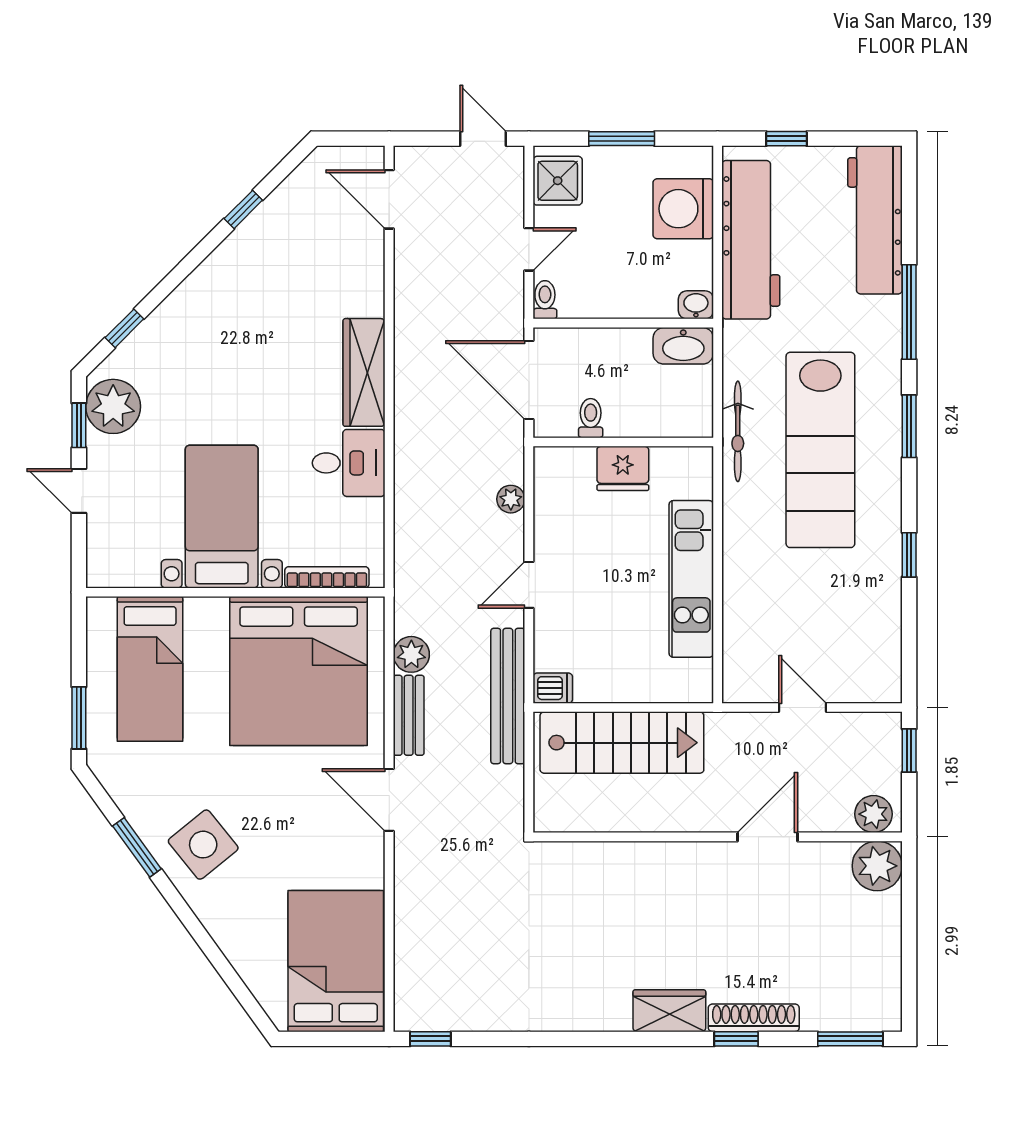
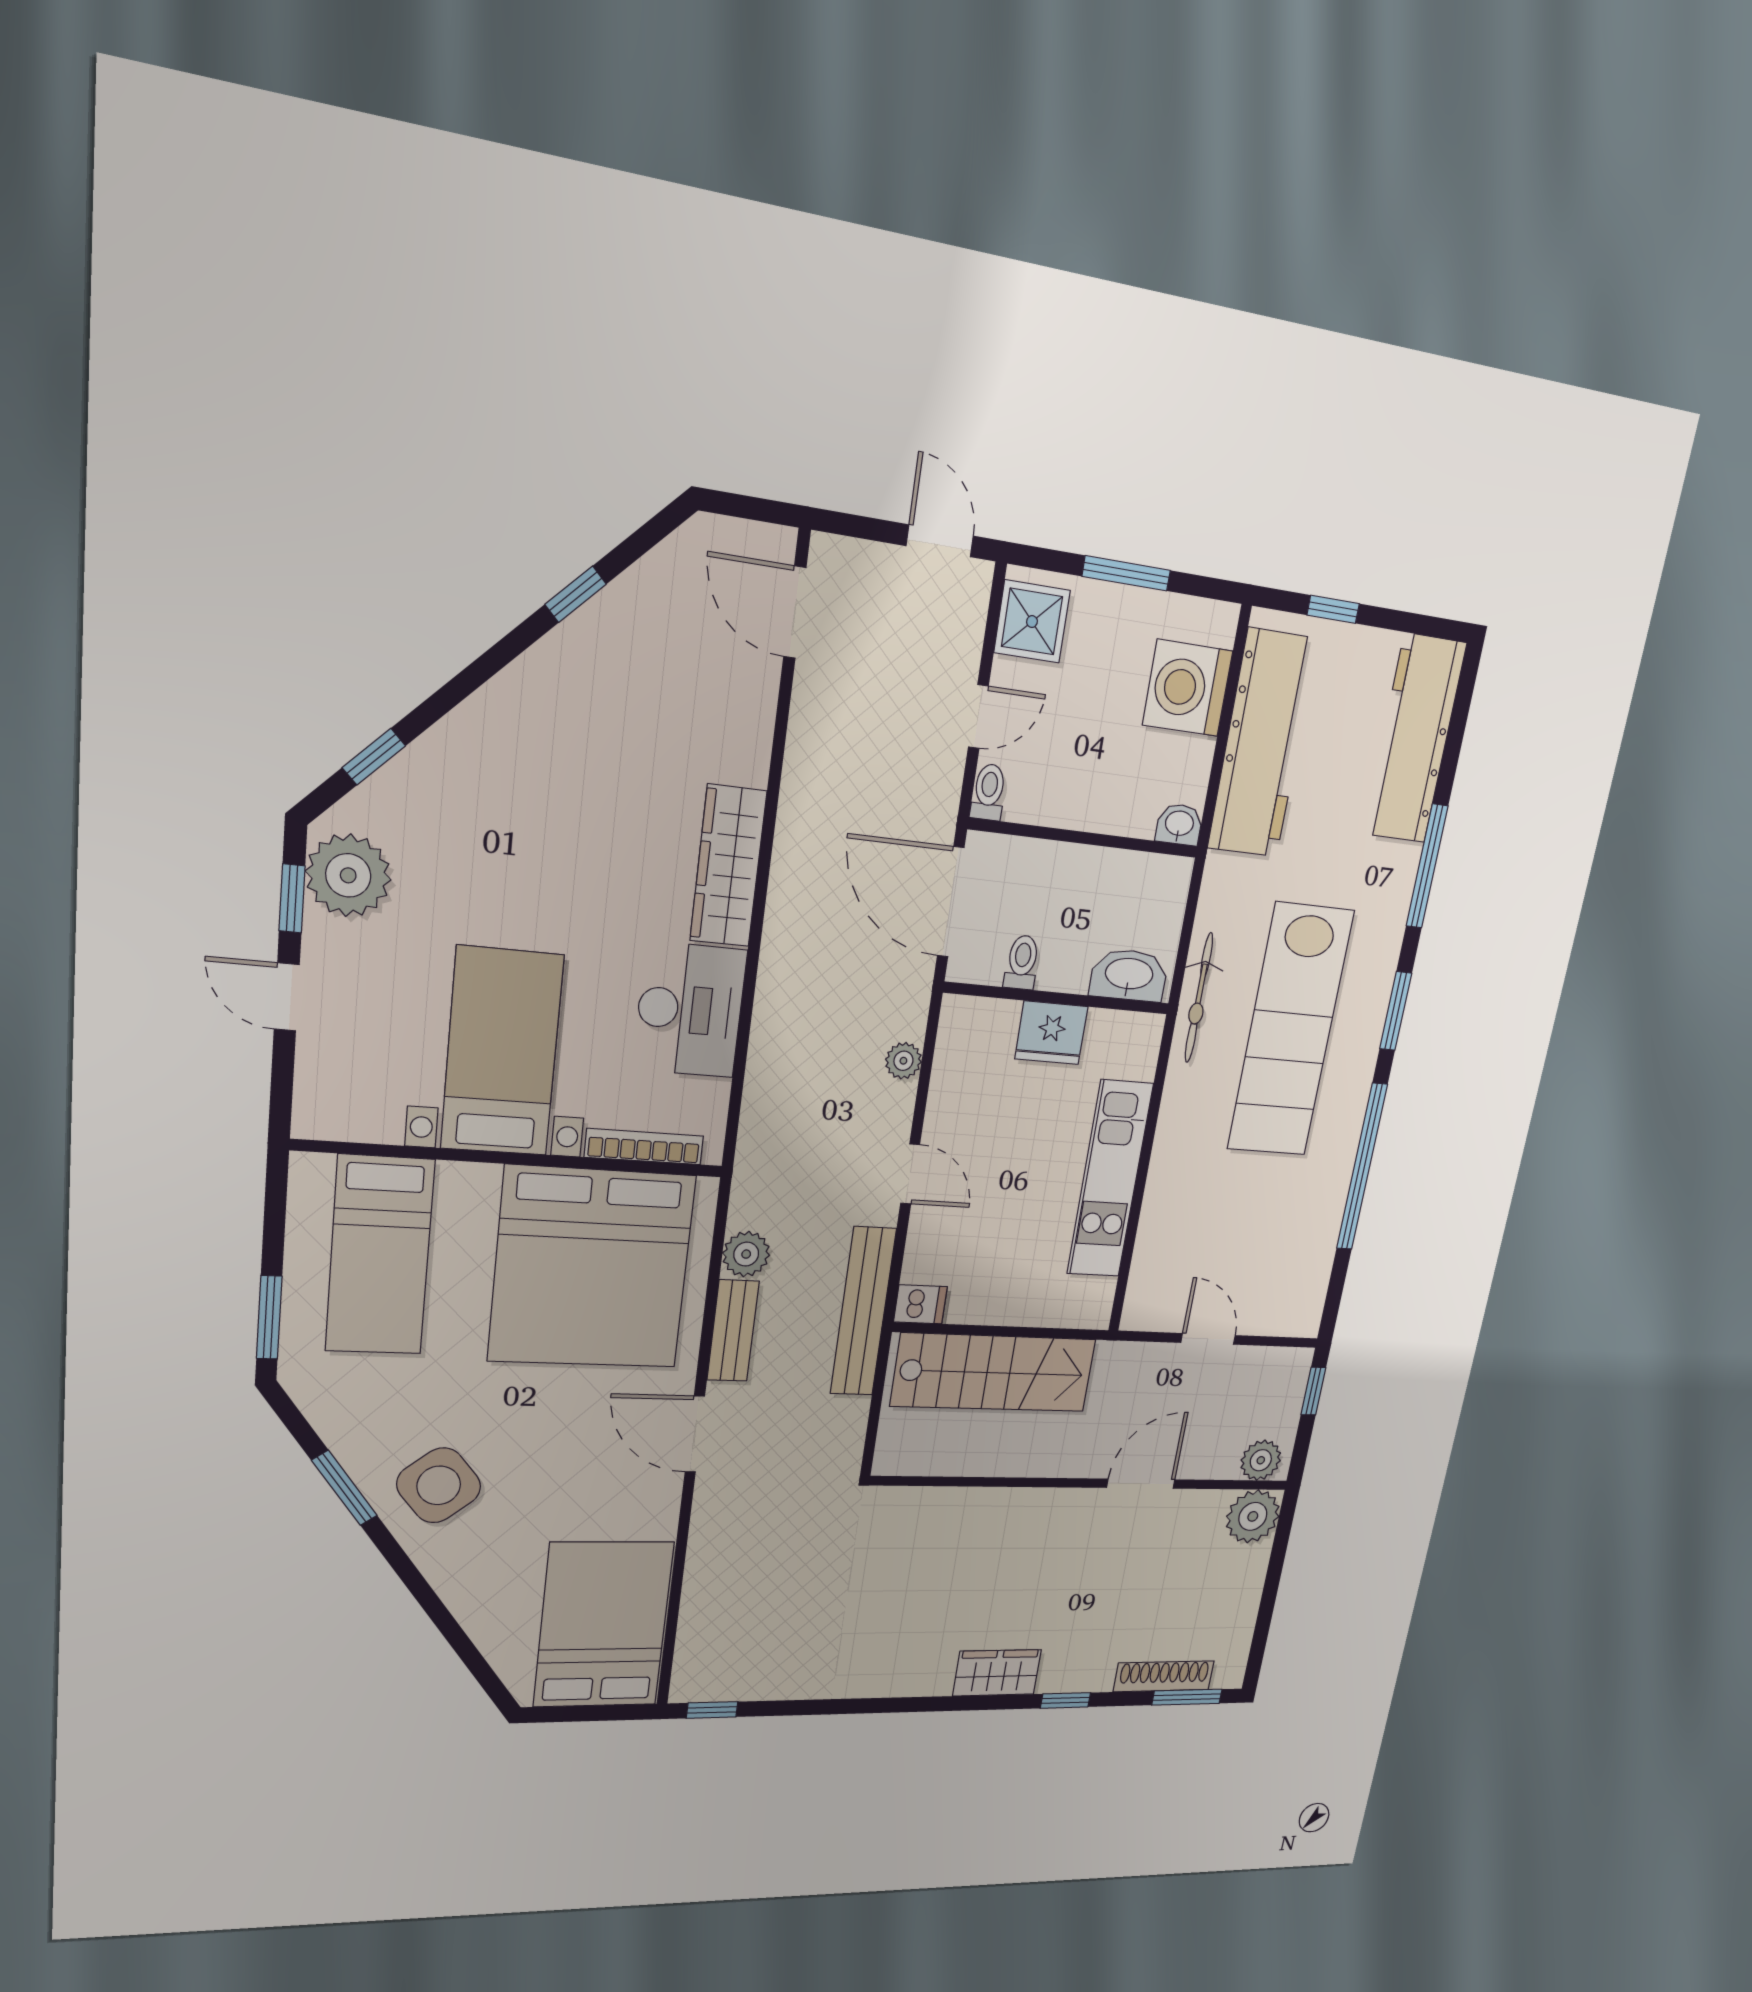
washbasin: (683, 346) -> (1129, 975), moved, turned 180
desk: (349, 463) -> (690, 1010), width x1.37
window: (909, 555) -> (1362, 1167), width x3.17
door: (529, 585) -> (910, 1174), swing flipped
shoe rack: (754, 1018) -> (1164, 1676), moved

